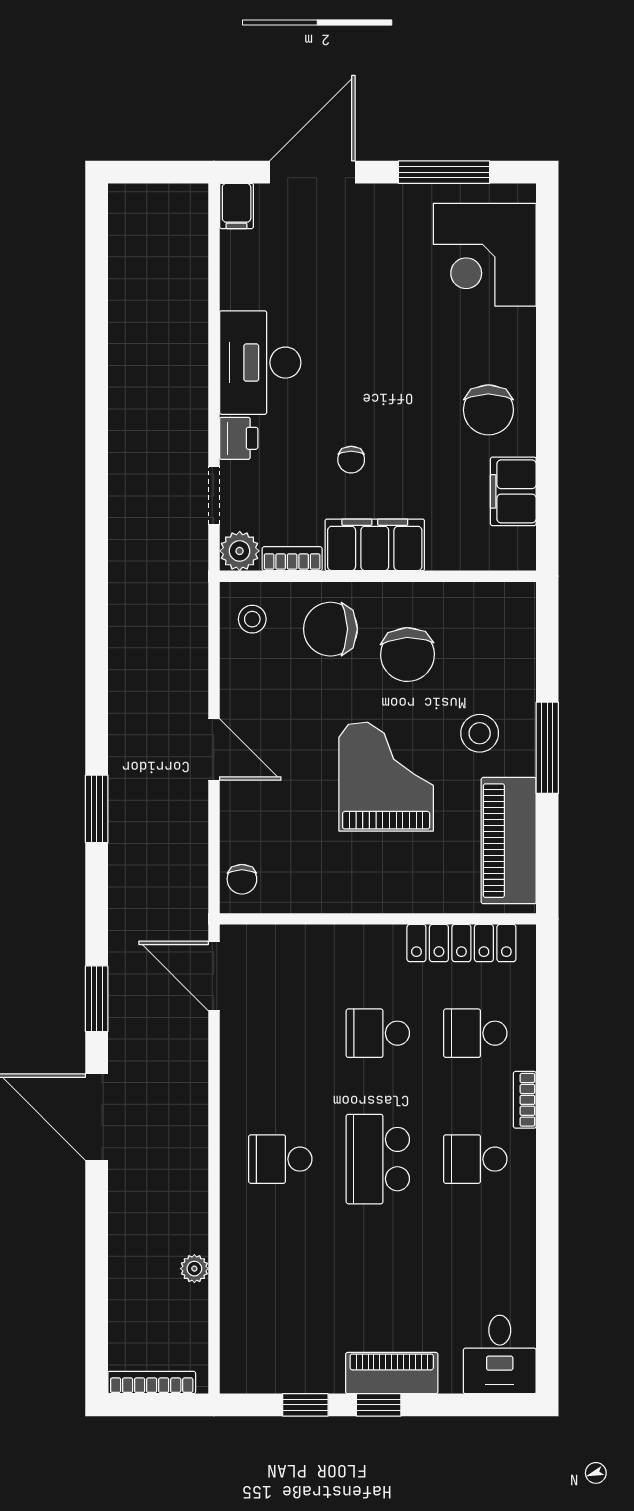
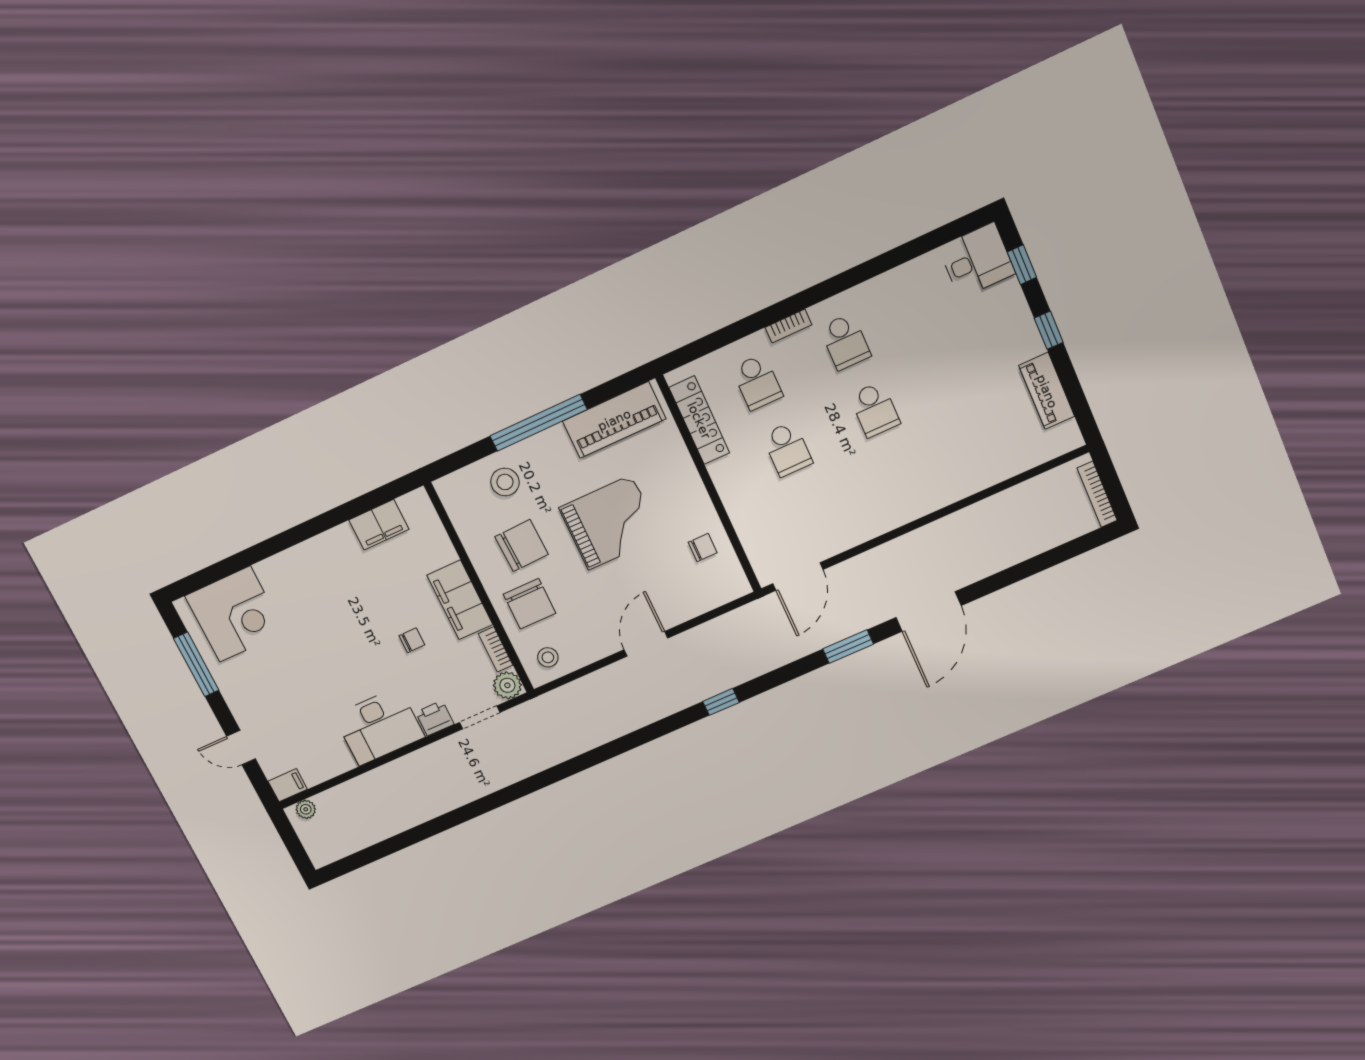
door: (312, 172) -> (241, 748), width x0.53
chair: (488, 410) -> (334, 566), removed
stool: (480, 733) -> (505, 482), moved
window: (547, 748) -> (539, 423), width x1.46
grand piano: (386, 777) -> (610, 523), turned 180
window: (97, 809) -> (721, 702), width x0.67
chair: (242, 879) -> (703, 548), moved
school desk: (280, 1159) -> (904, 476), removed
school desk: (378, 1159) -> (875, 410), width x0.54
plant: (194, 1269) -> (306, 809), moved
piano: (392, 1373) -> (1047, 391), moved
window: (305, 1405) -> (1022, 265), moved

